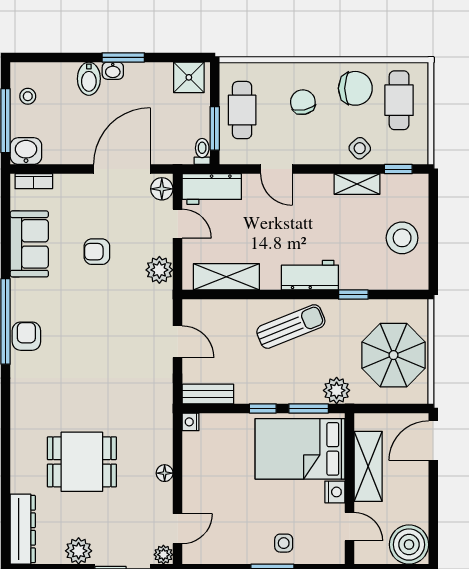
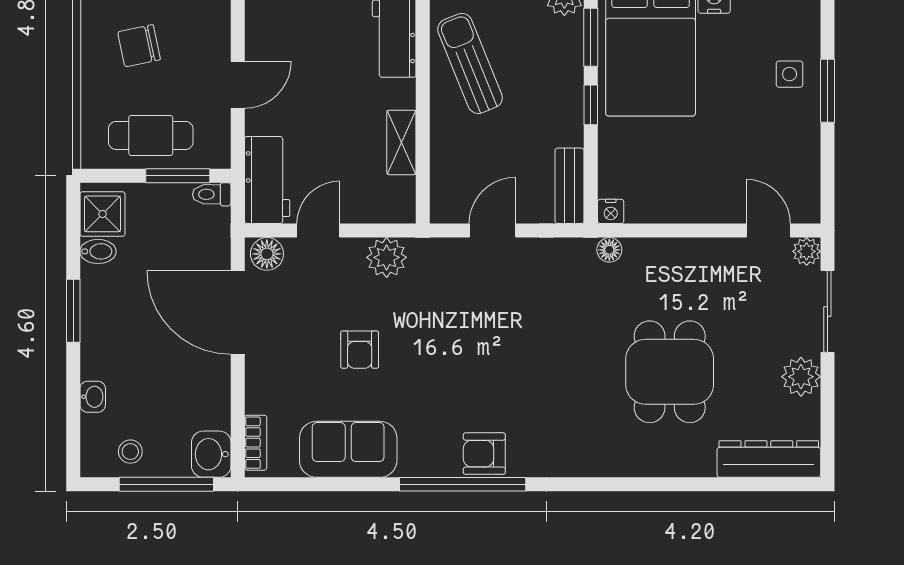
washbasin: (113, 71) -> (93, 397), moved
bidet: (89, 79) -> (98, 251), moved, width x0.72, depth x0.74
shelving: (226, 277) -> (401, 142), width x0.67, depth x0.75
floor lamp: (165, 473) -> (609, 250), moved

